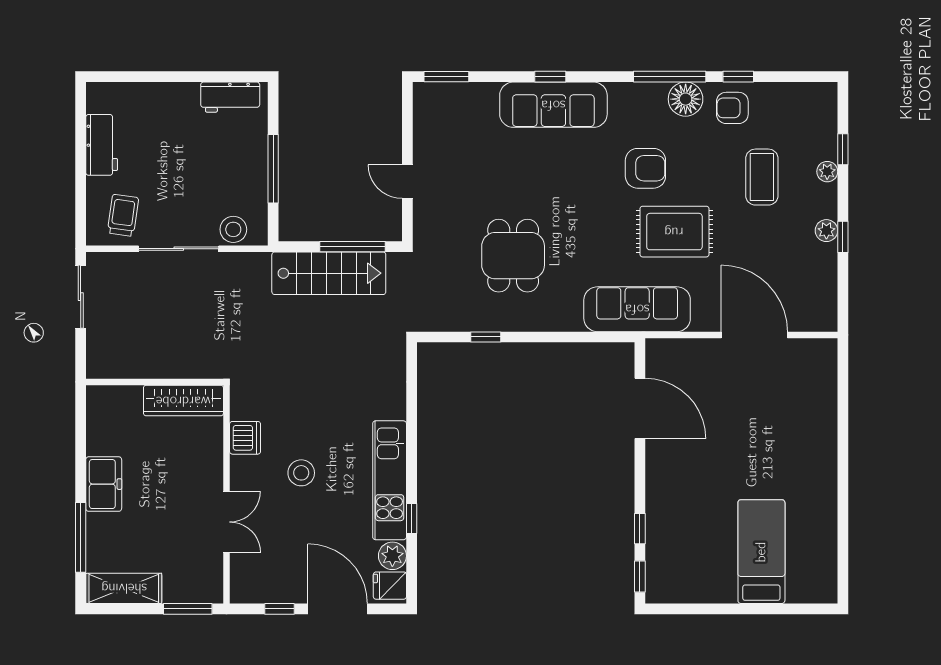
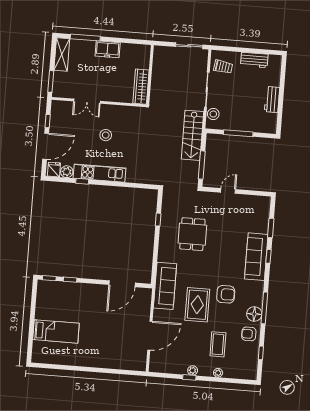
window: (446, 77) -> (271, 228), moved
window: (738, 77) -> (261, 353), moved
workbench: (230, 97) -> (272, 100), moved
armchair: (732, 108) -> (249, 334), turned -90
window: (843, 149) -> (227, 380), removed
armchair: (645, 168) -> (226, 294), turned -90
coffee table: (762, 177) -> (218, 344), turned 90
dining table: (513, 256) -> (192, 234), turned 90
stairs: (329, 273) -> (193, 135), moved
dishwasher: (245, 438) -> (123, 112), removed

